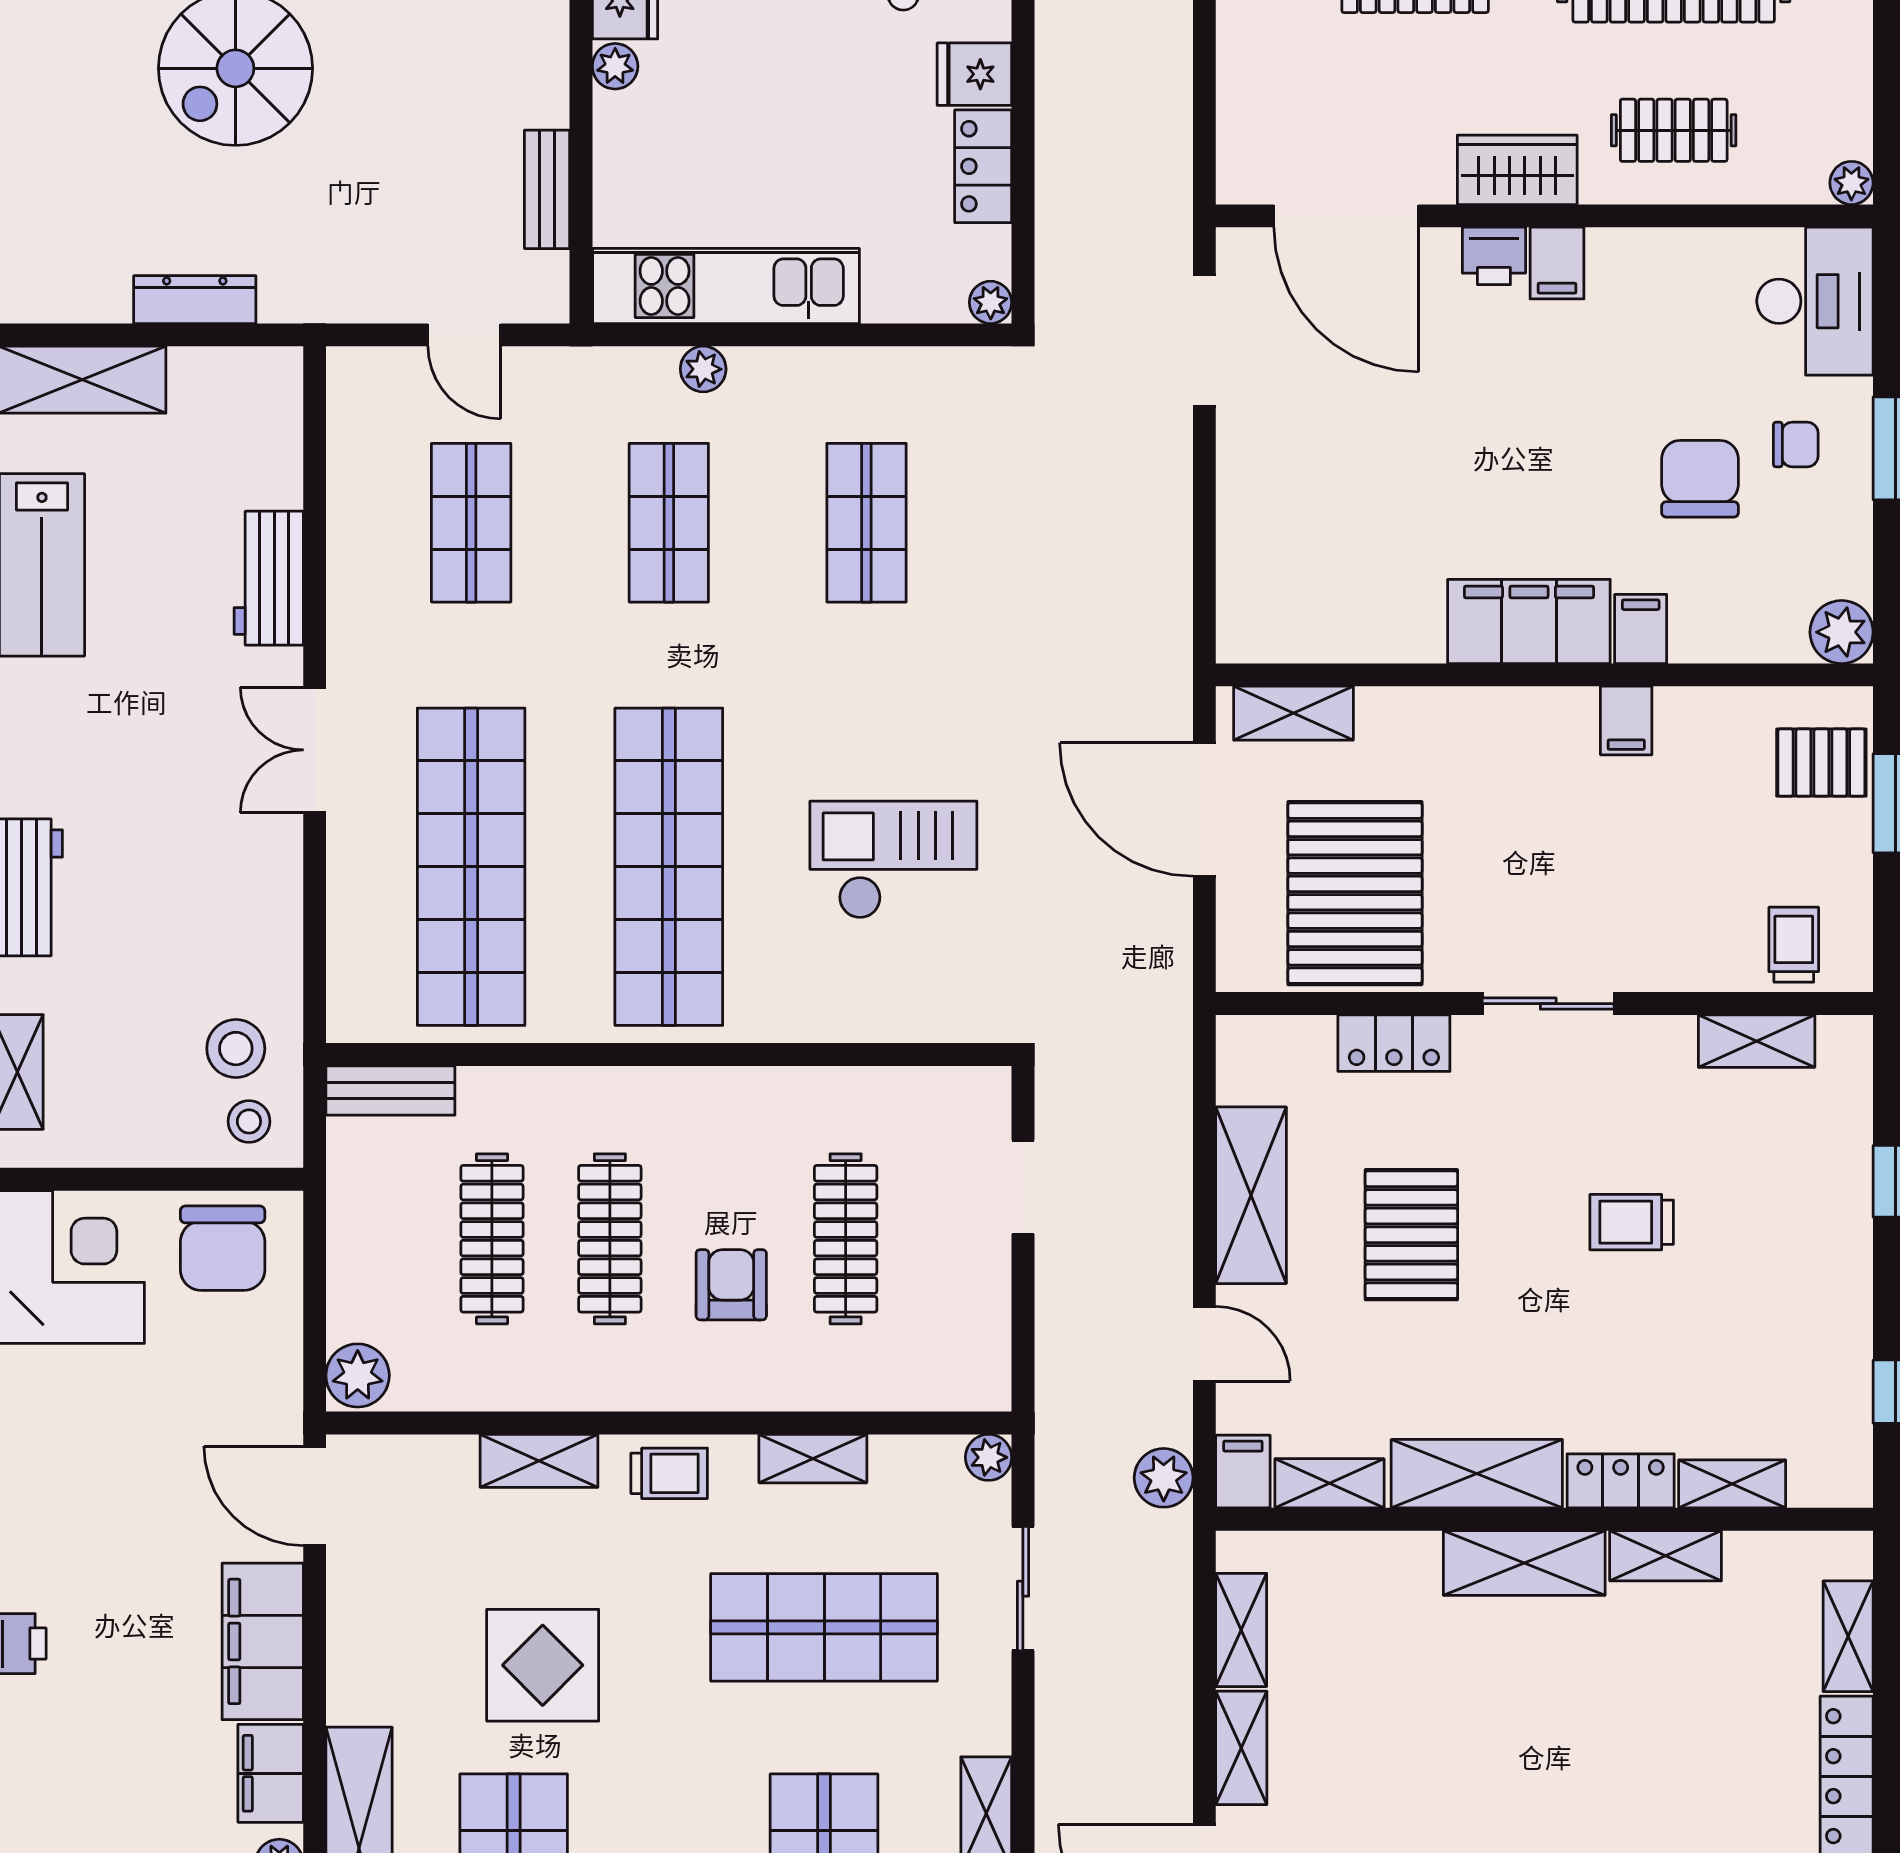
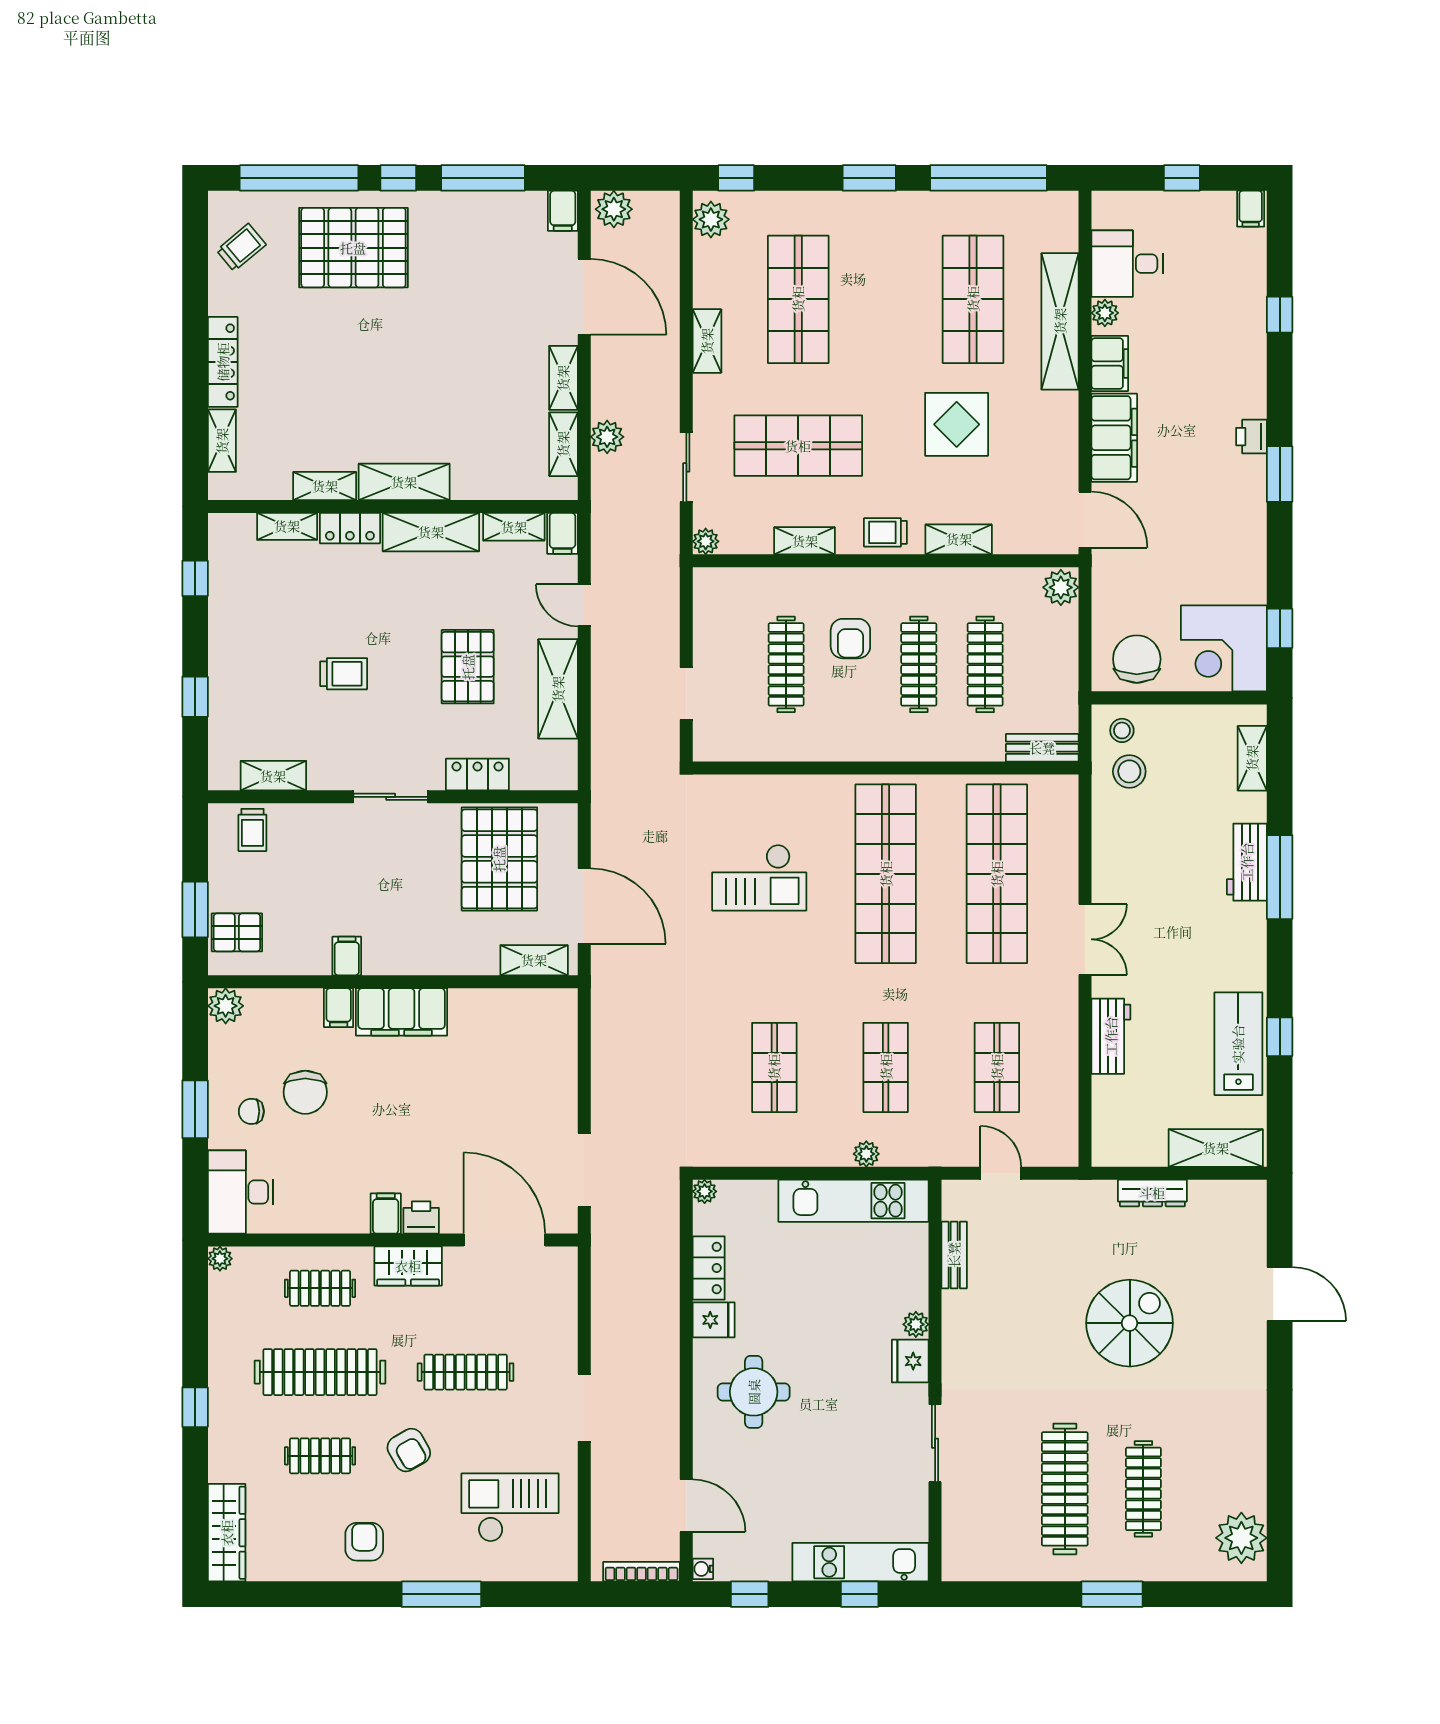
plant: (1164, 1478) -> (607, 437), moved

